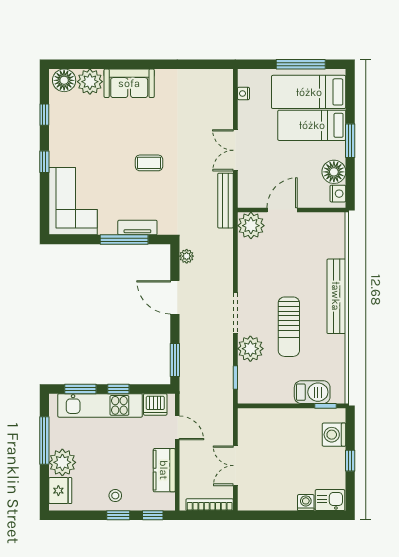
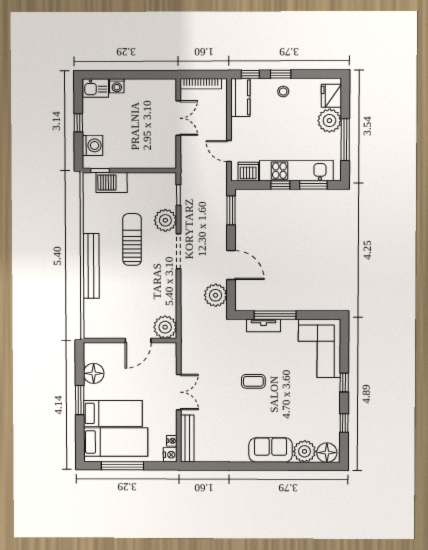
nightstand: (338, 194) -> (170, 455), moved, turned 180
bench: (225, 201) -> (187, 438), moved
plant: (187, 256) -> (216, 295), width x1.87, depth x1.87
kitchen counter: (164, 470) -> (240, 97), moved

